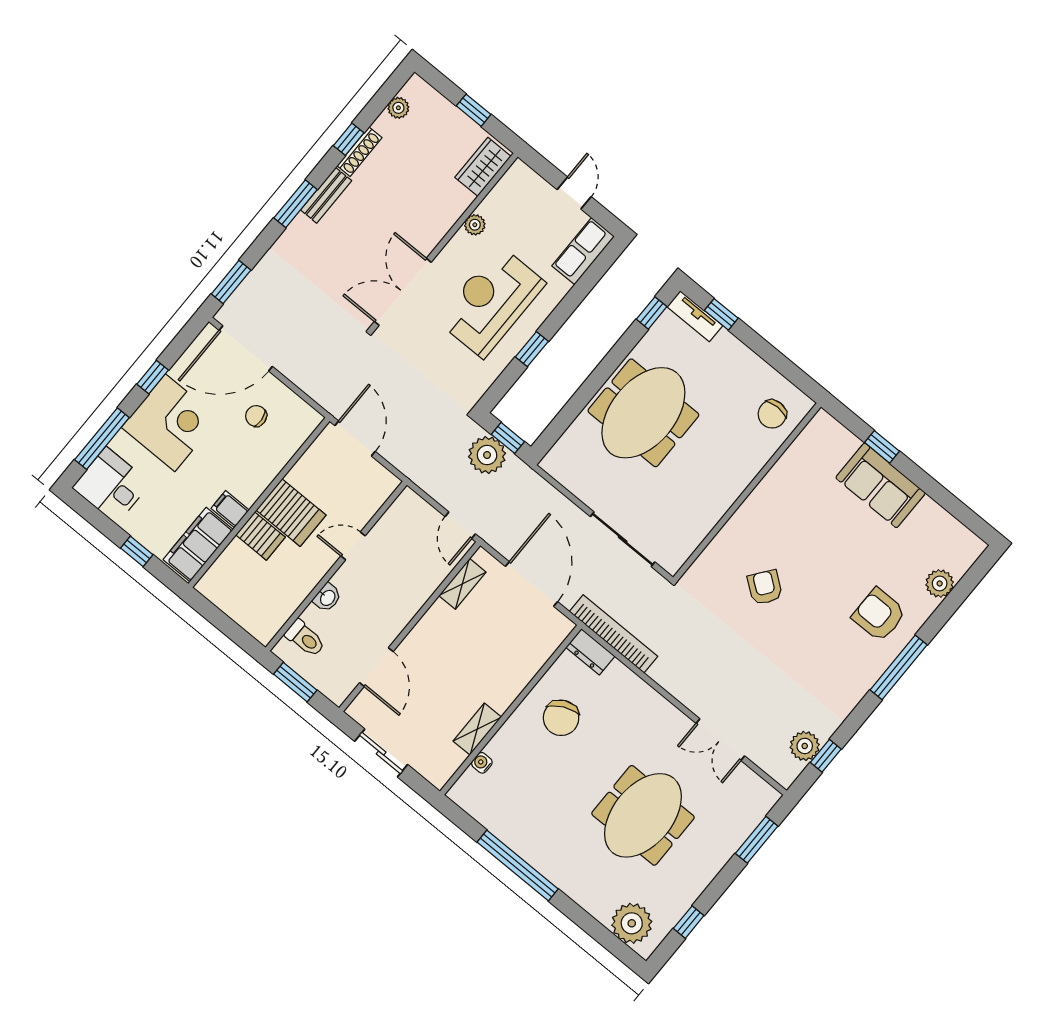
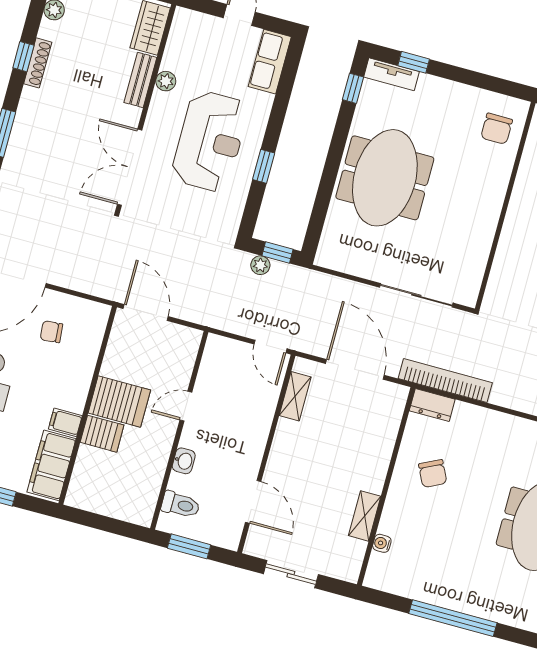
bench: (326, 195) -> (140, 80), moved
reception desk: (491, 302) -> (210, 141), turned 180
plant: (487, 455) -> (260, 265), width x0.53, depth x0.53
chair: (561, 718) -> (433, 474), width x0.73, depth x0.73

